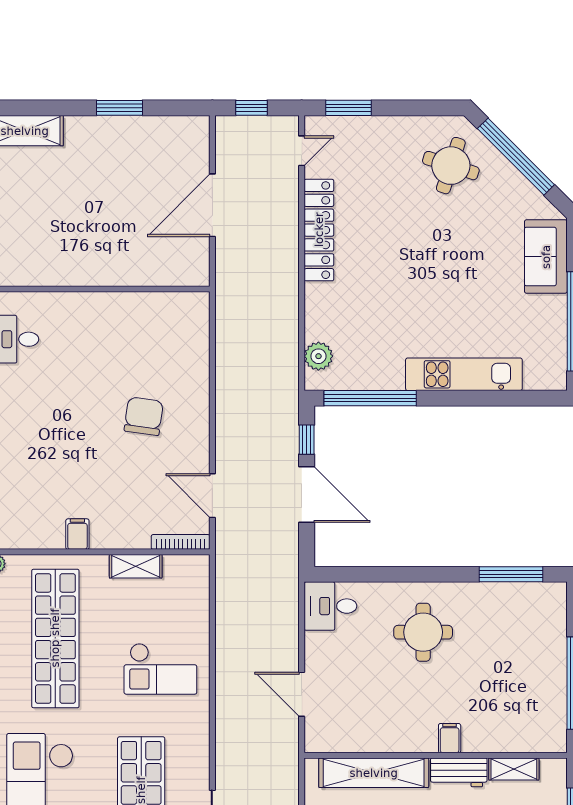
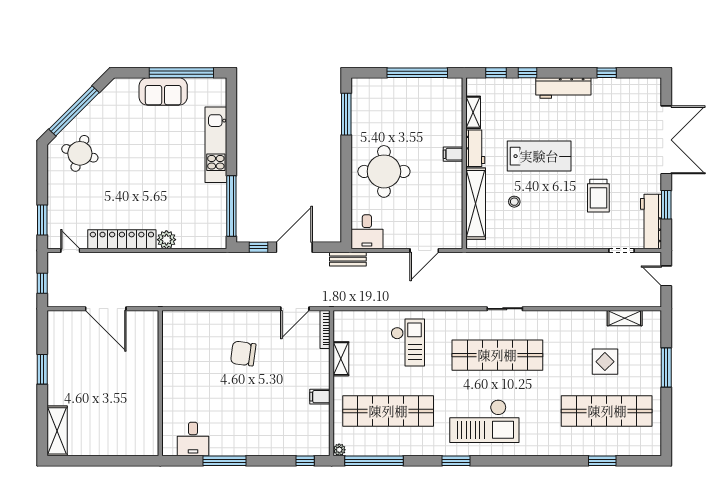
sofa: (546, 257) -> (163, 91), moved
plant: (318, 356) -> (166, 240), moved
bench: (289, 577) -> (348, 259), added
round table: (423, 632) -> (384, 171), width x1.36, depth x1.36

